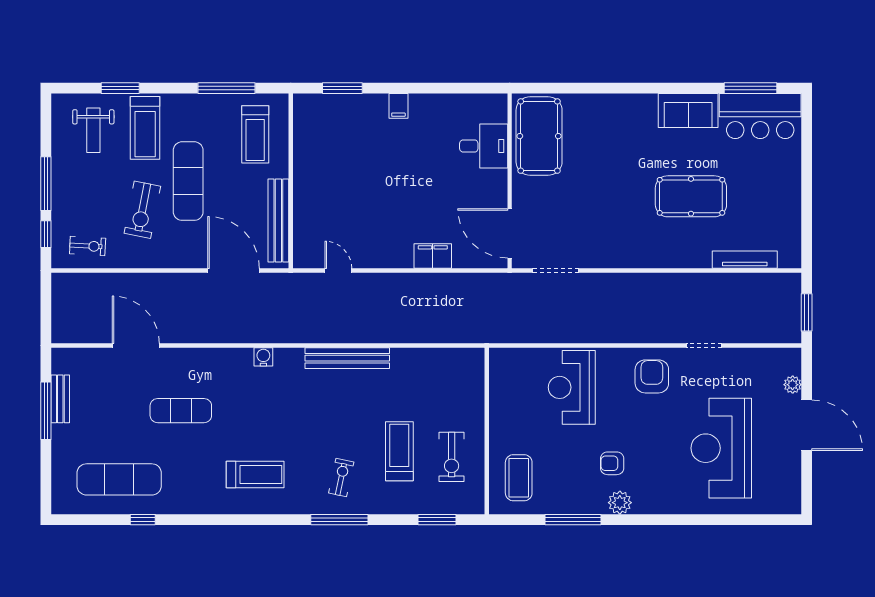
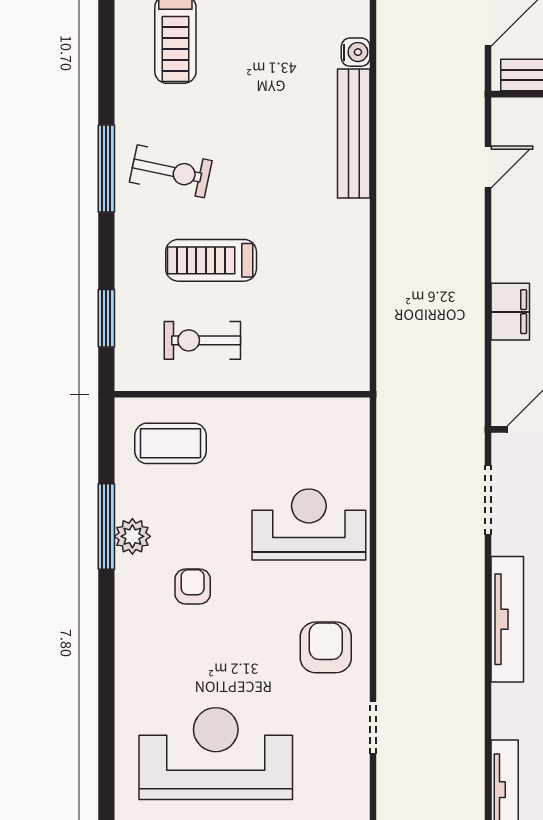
tv unit: (634, 258) -> (507, 619), added
bench: (347, 358) -> (354, 133), moved
armchair: (652, 376) -> (326, 647), turned -90
treadmill: (399, 451) -> (211, 260), turned 180
exercise bike: (341, 478) -> (171, 171), width x1.38, depth x1.39
plant: (620, 503) -> (132, 536), moved

